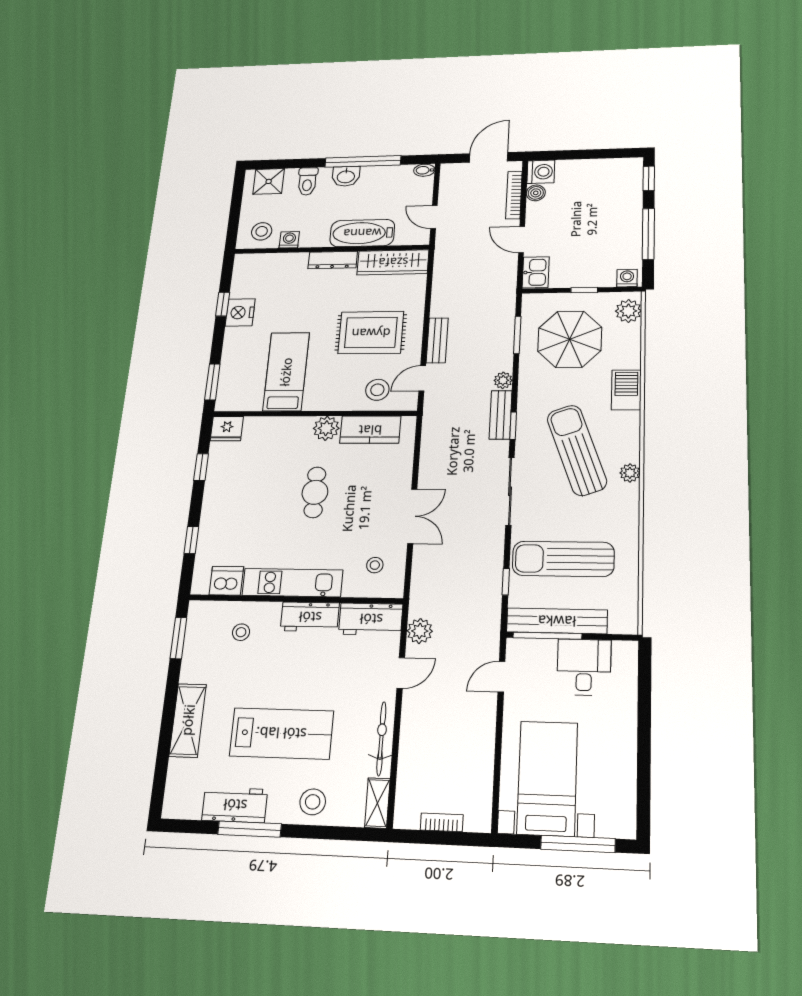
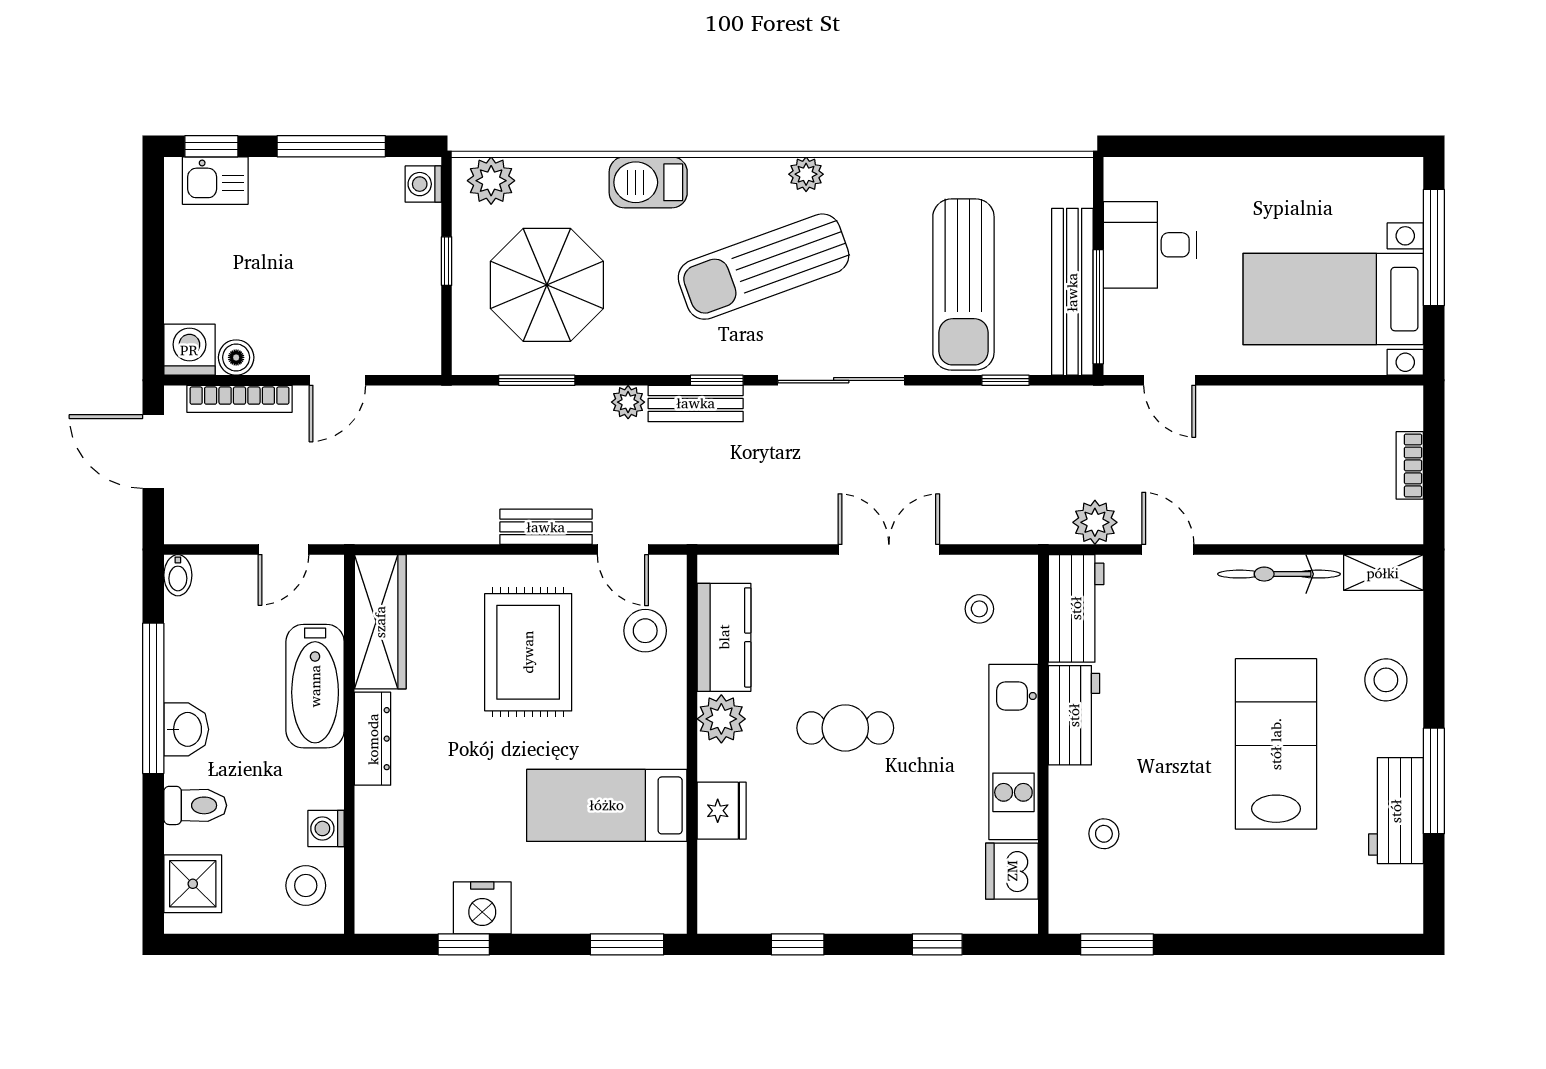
kitchen sink: (536, 272) -> (215, 181), moved, turned 180
fridge: (227, 429) -> (722, 811), moved
shelving: (188, 720) -> (1259, 909), removed

